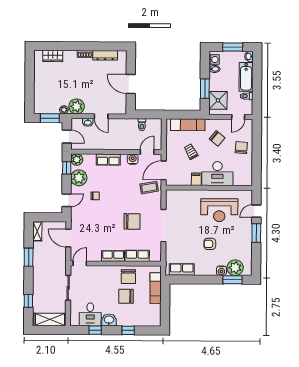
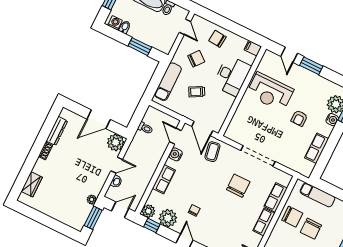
shower: (218, 100) -> (158, 39), removed
plant: (77, 106) -> (116, 142), moved
filing cabinet: (196, 179) -> (253, 48), moved
reception desk: (219, 210) -> (270, 92), turned 90
row of seats: (182, 269) -> (317, 148), moved

